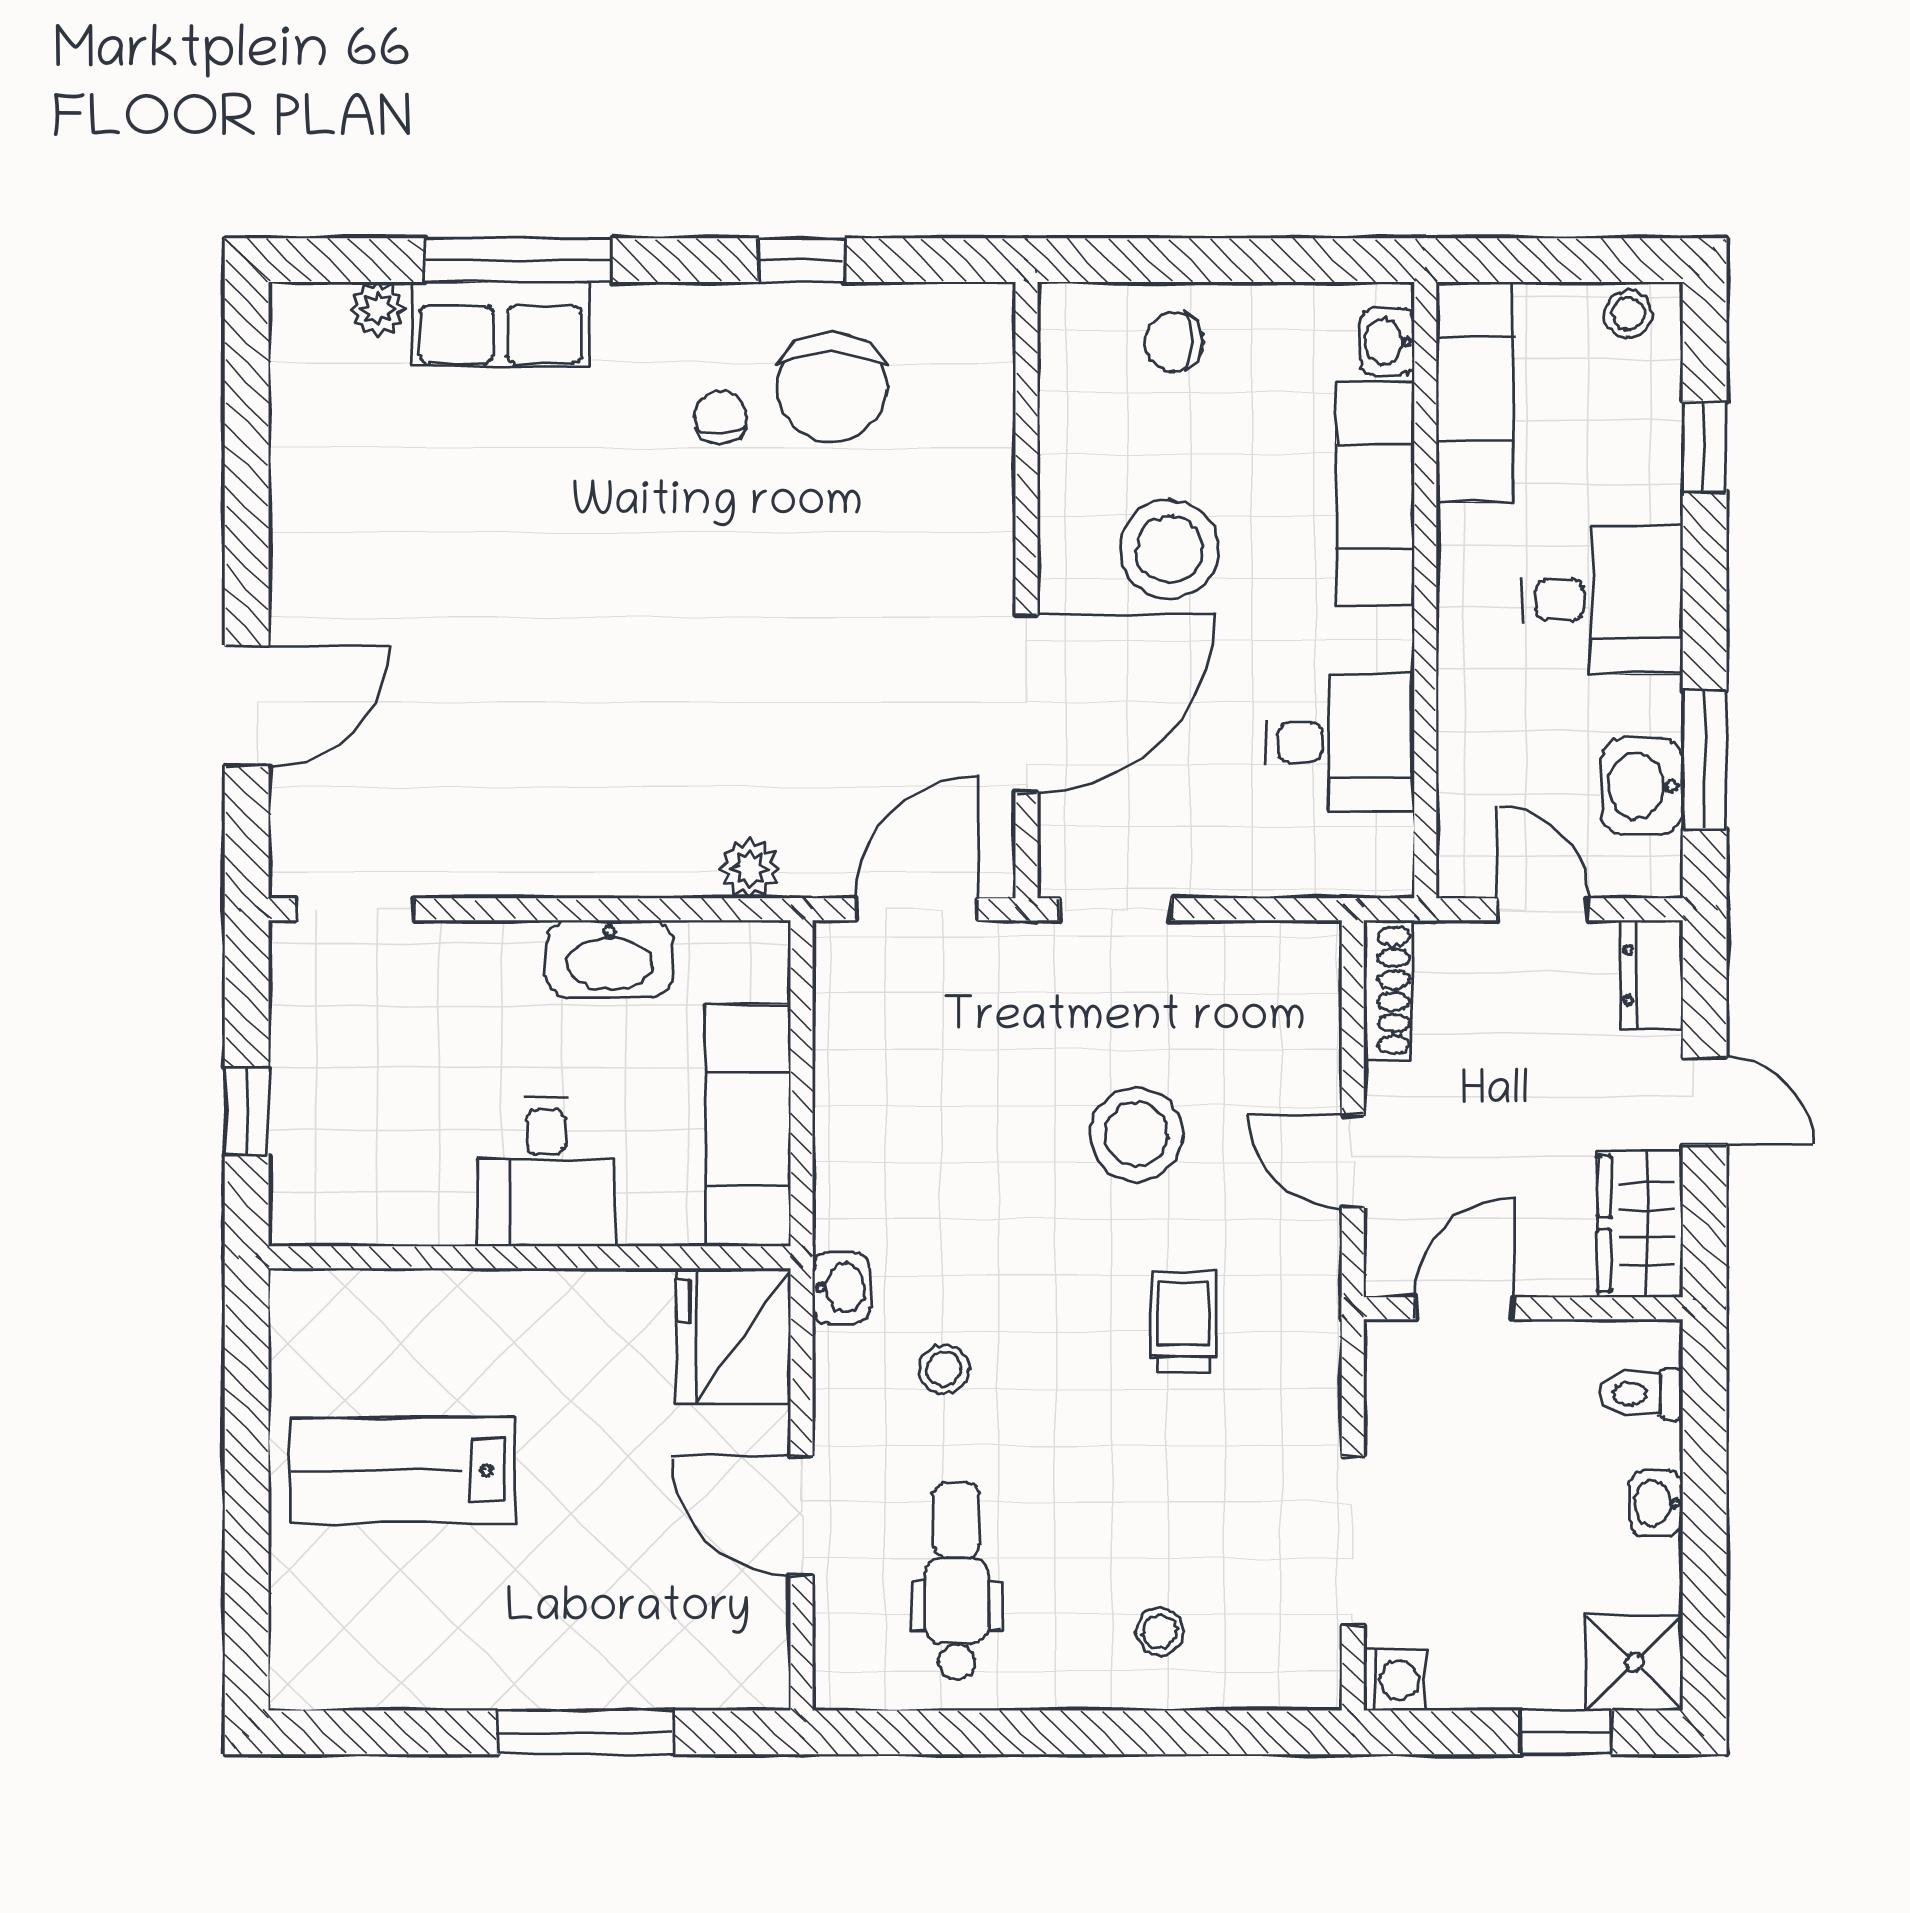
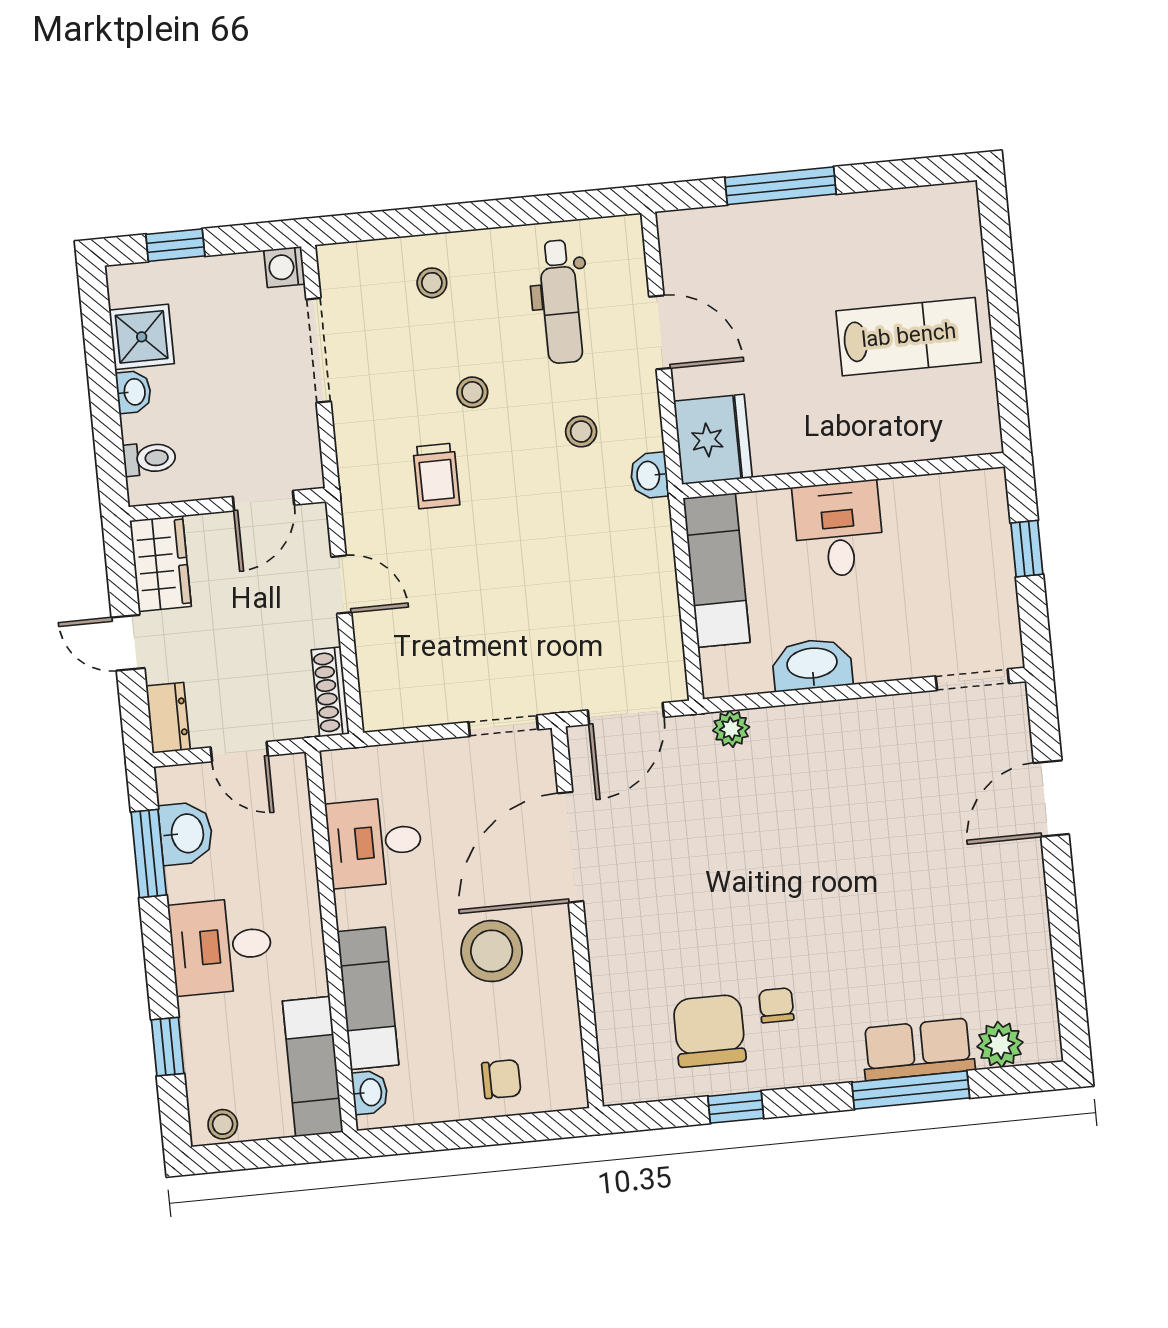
plant: (378, 309) -> (1000, 1044), width x1.38, depth x1.38
chair: (721, 417) -> (776, 1005), turned 180
stool: (1136, 1134) -> (472, 392), moved, width x0.53, depth x0.53
shower: (1635, 1662) -> (142, 337), moved

